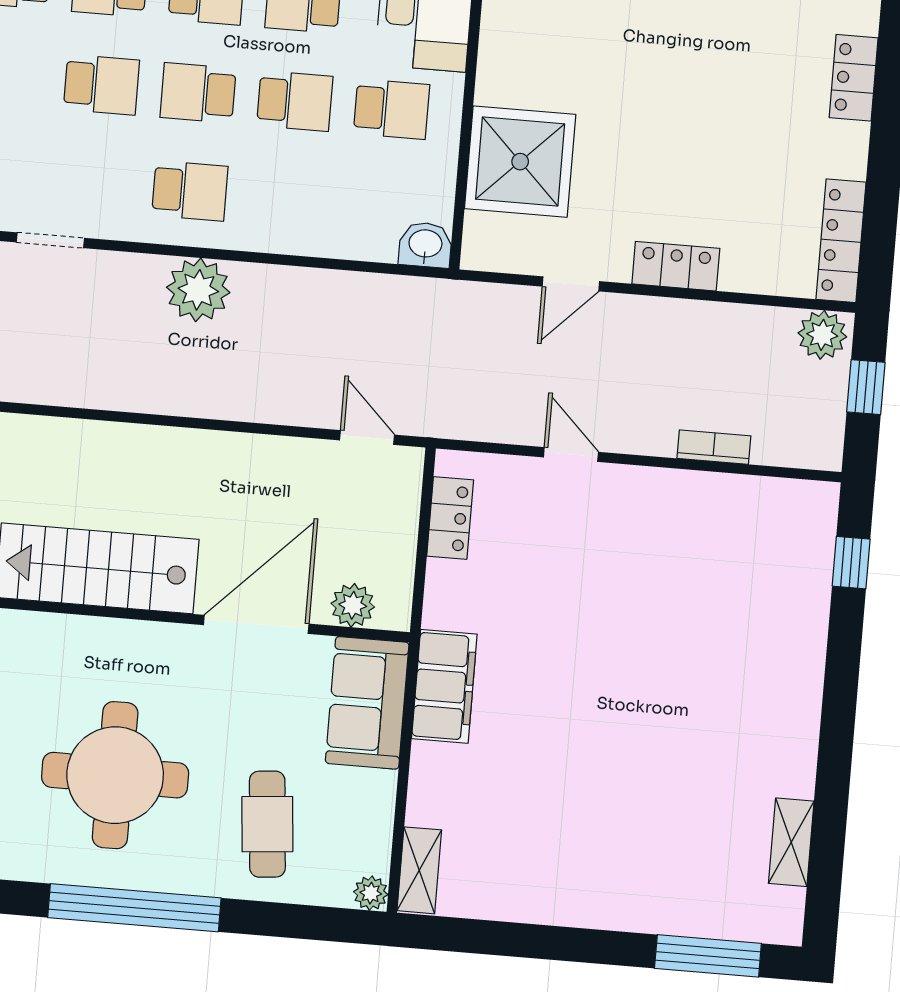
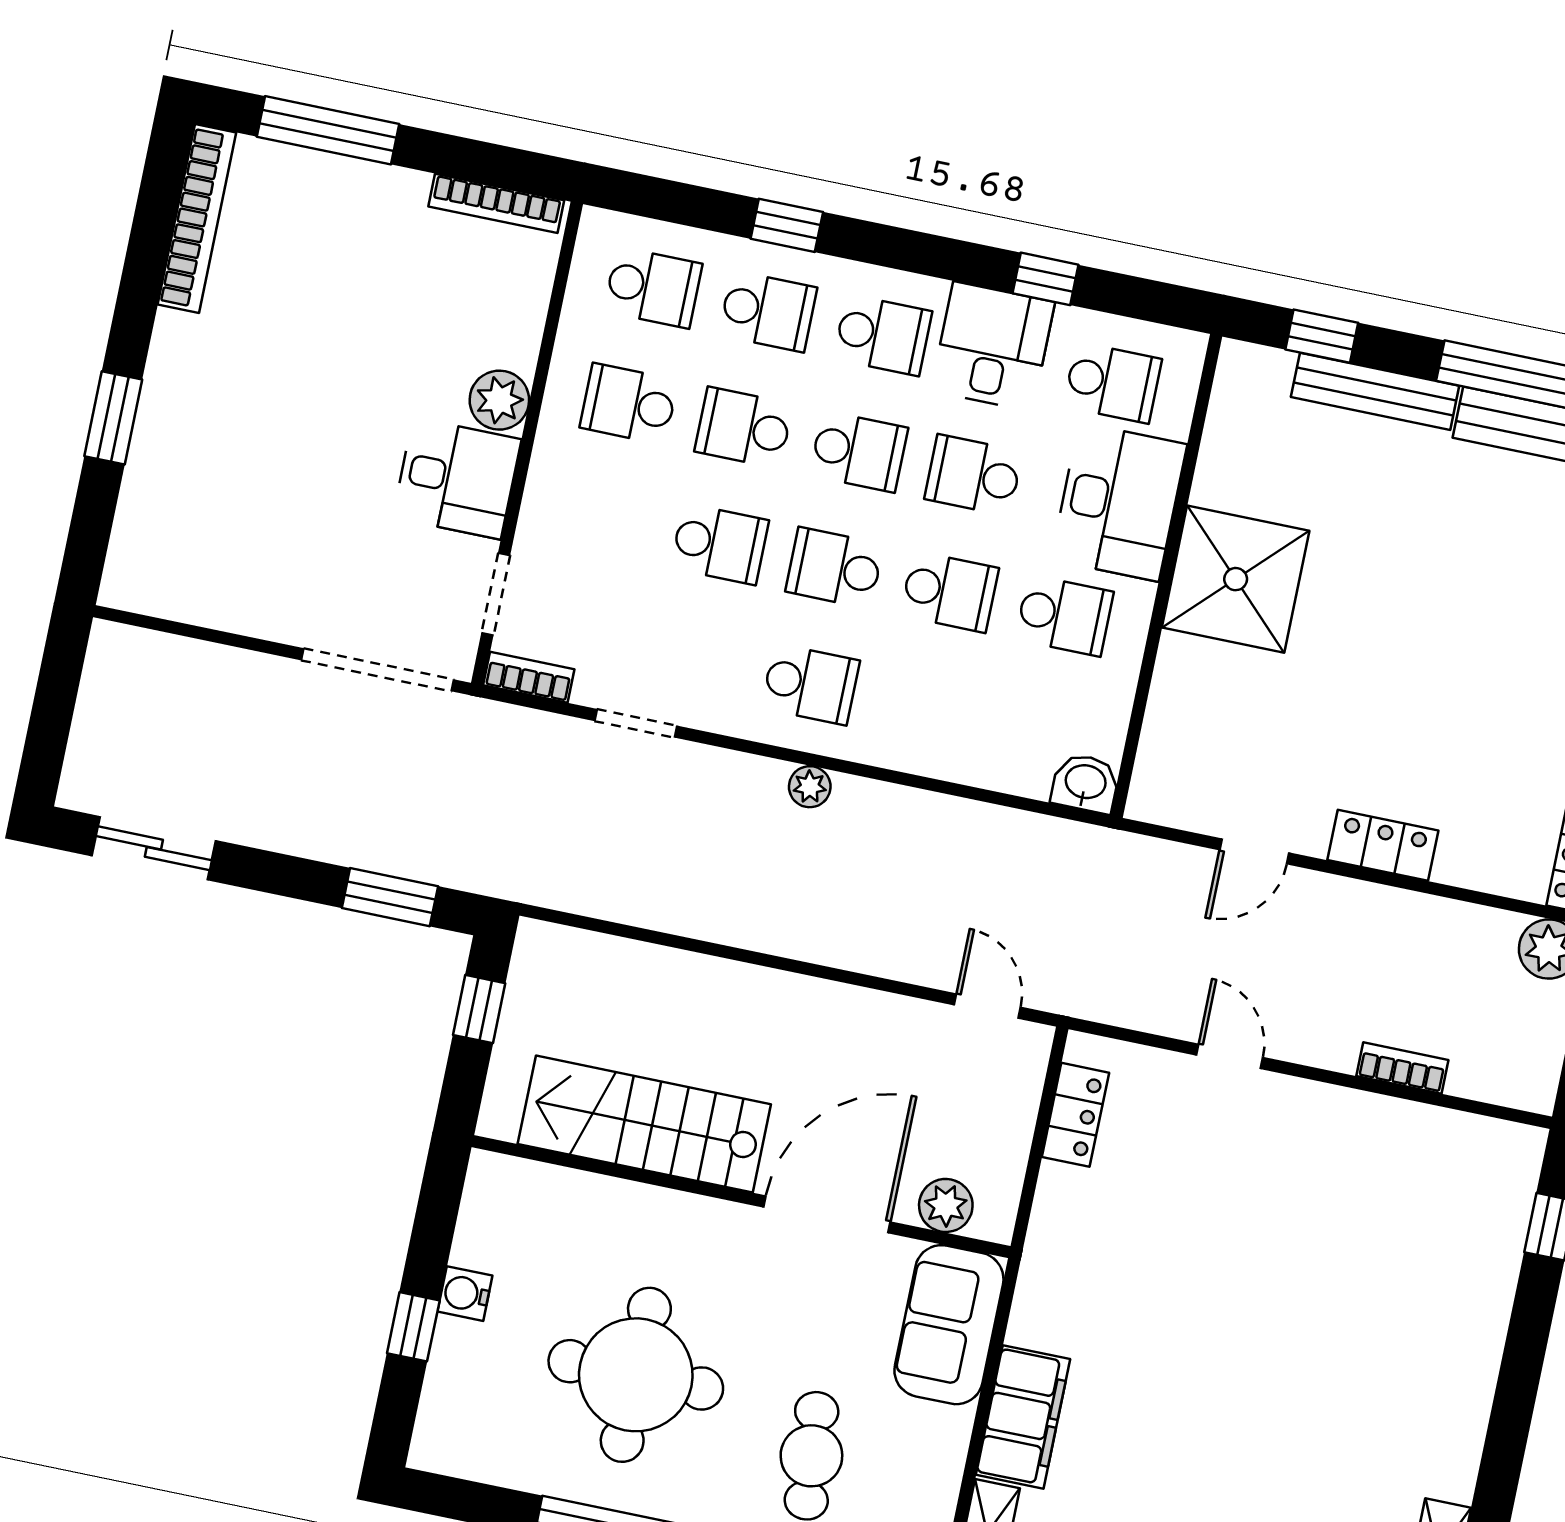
shower: (520, 162) -> (1236, 579), moved
plant: (198, 290) -> (810, 787), width x0.53, depth x0.53
filing cabinet: (444, 686) -> (1023, 1417), moved

